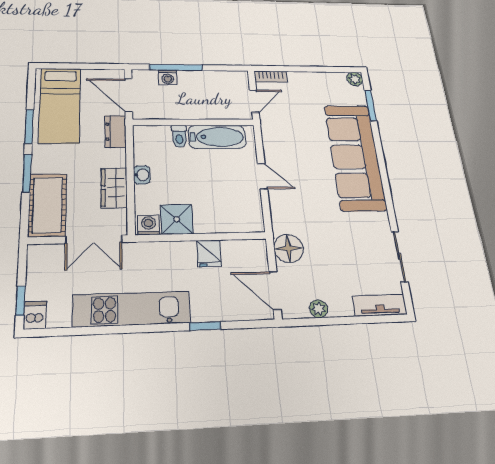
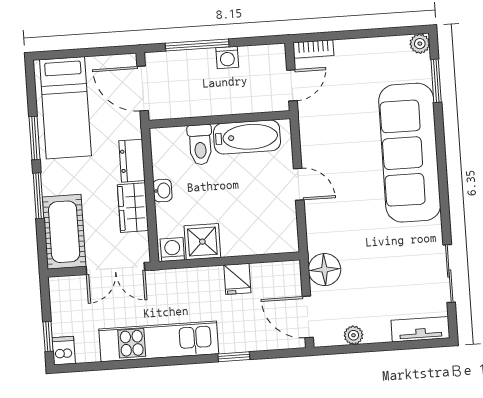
washing machine: (168, 77) -> (227, 57), moved
dresser: (115, 132) -> (132, 161), moved
toilet: (179, 136) -> (200, 145), width x1.37, depth x1.39

